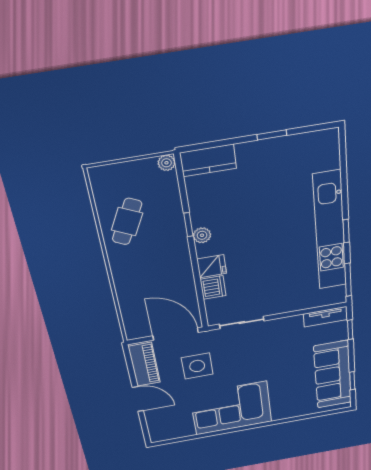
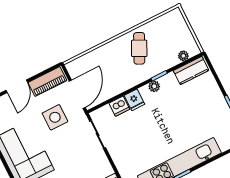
kitchen counter: (208, 160) -> (191, 70), moved, turned -90
plant: (166, 163) -> (183, 56), moved
cafe table: (127, 222) -> (139, 48), moved, turned 90

